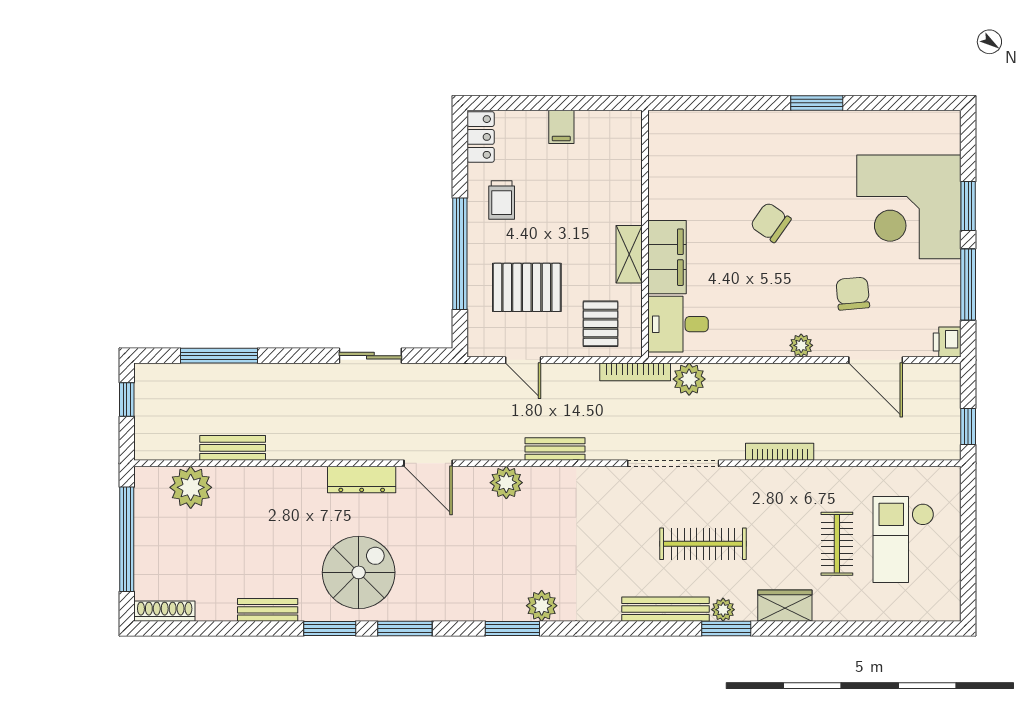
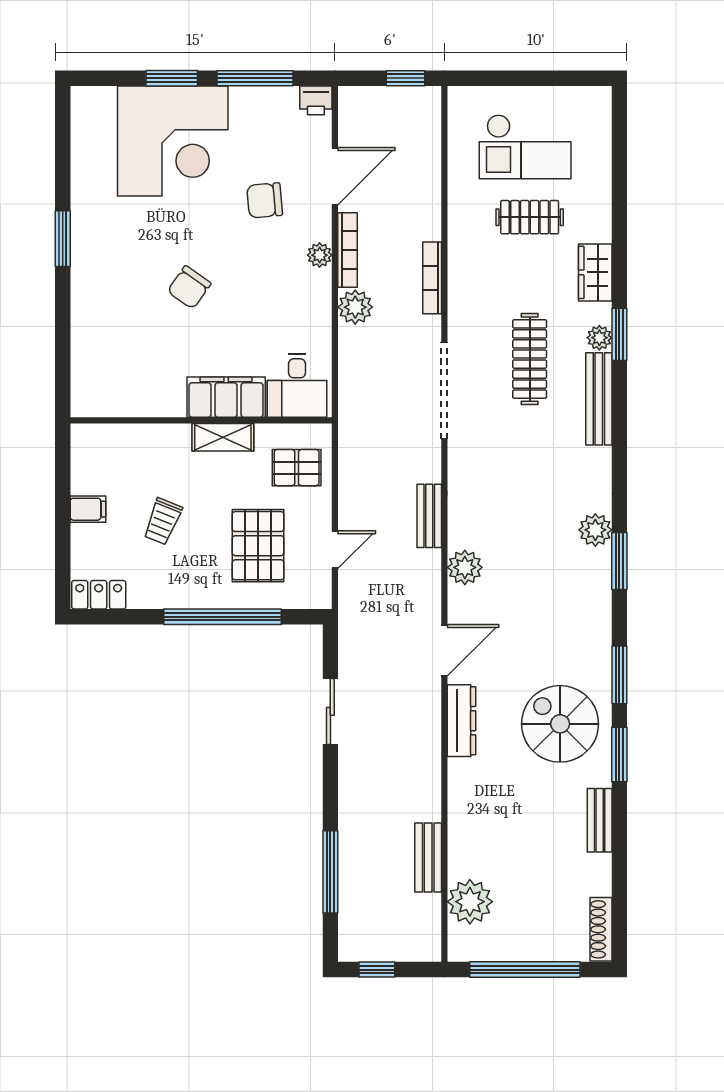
trolley: (502, 200) -> (163, 521), moved, turned 112
bookcase: (635, 372) -> (348, 250), moved
plant: (689, 379) -> (355, 307), moved

